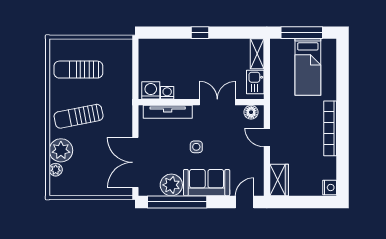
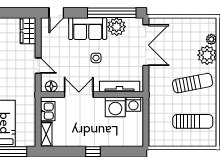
washing machine: (167, 93) -> (115, 107), width x1.89, depth x1.89
double door: (217, 102) -> (79, 95), swing flipped

